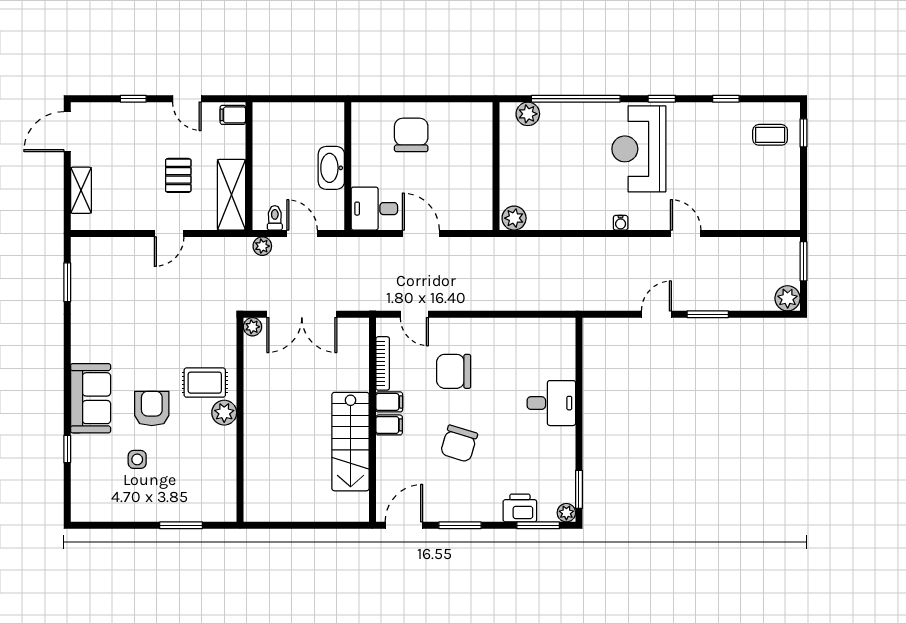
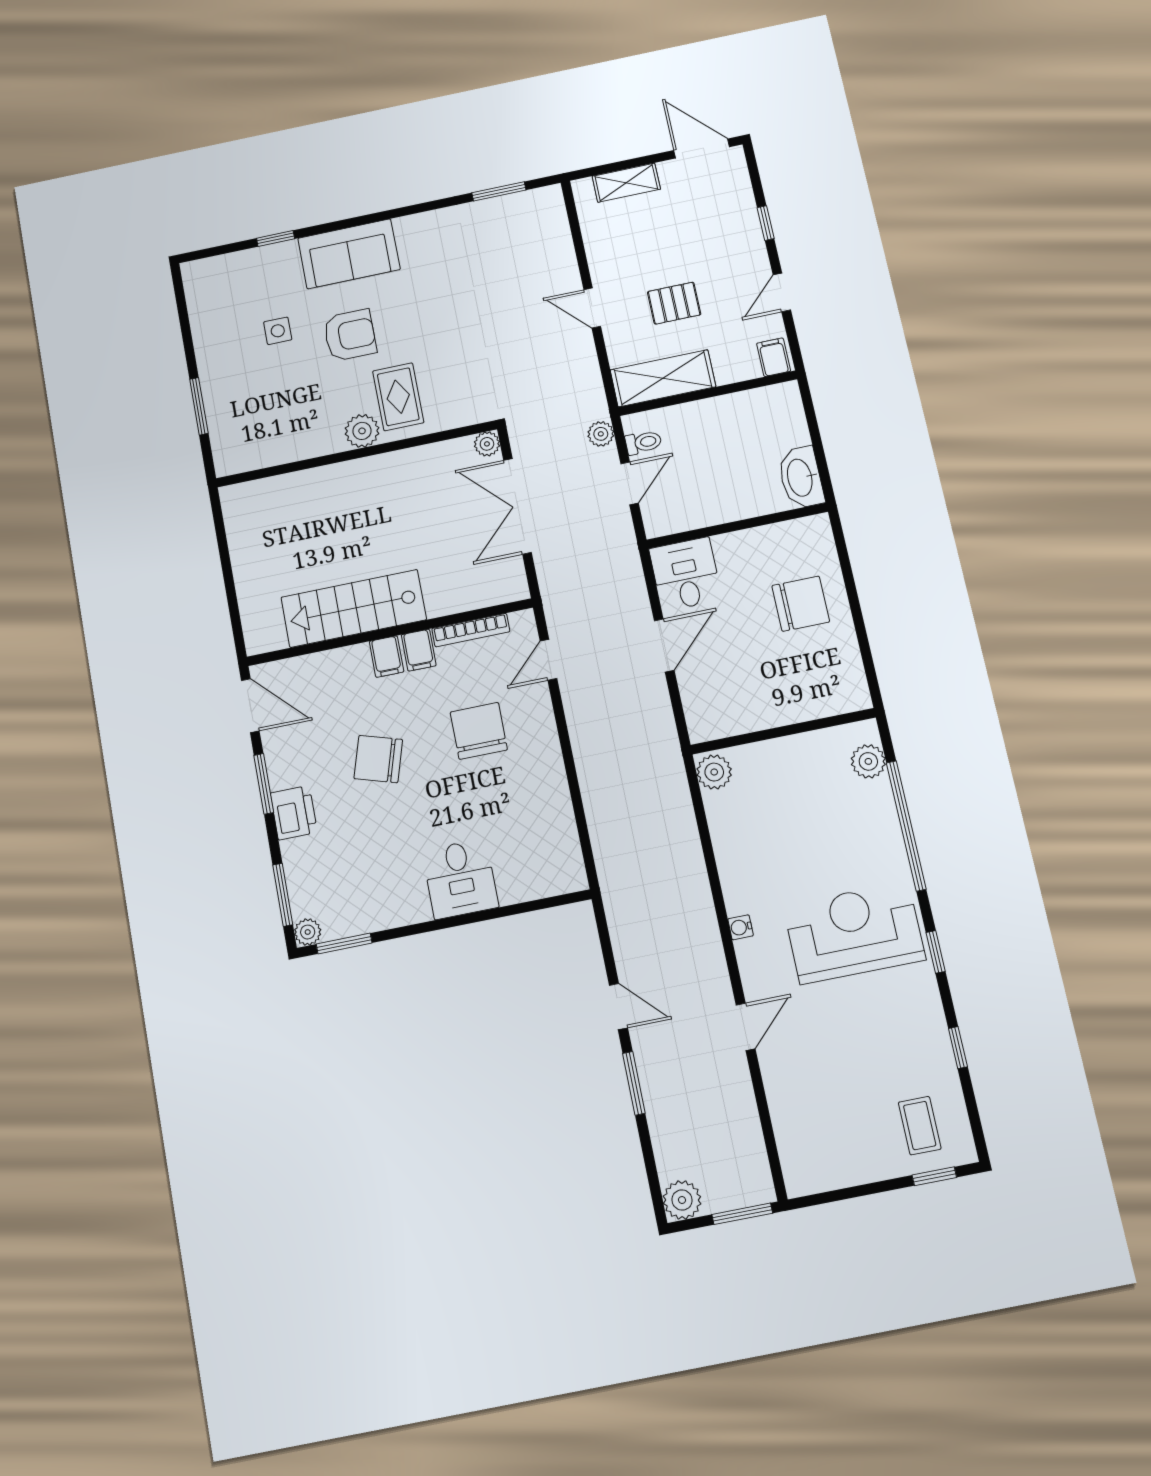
washbasin: (331, 168) -> (801, 477), moved, turned -90
printer: (520, 508) -> (294, 813), moved

